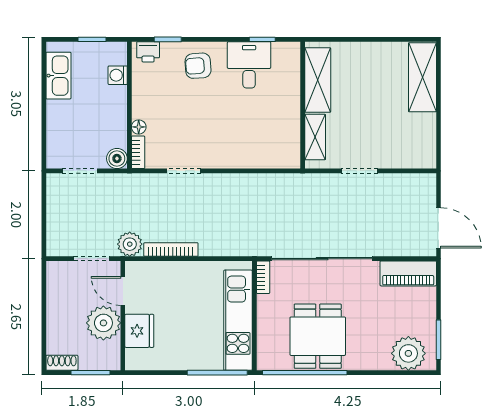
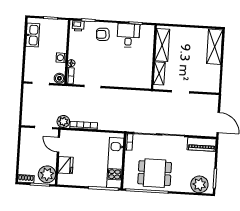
washing machine: (118, 75) -> (61, 58), moved
plant: (103, 323) -> (47, 174), moved
dining table: (318, 336) -> (155, 173), turned 90

